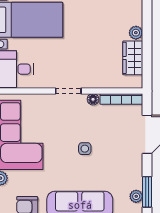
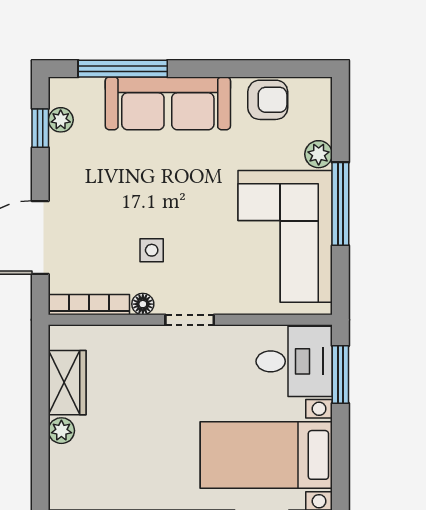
side table: (85, 149) -> (152, 250), moved
window: (147, 192) -> (40, 128), width x0.67

